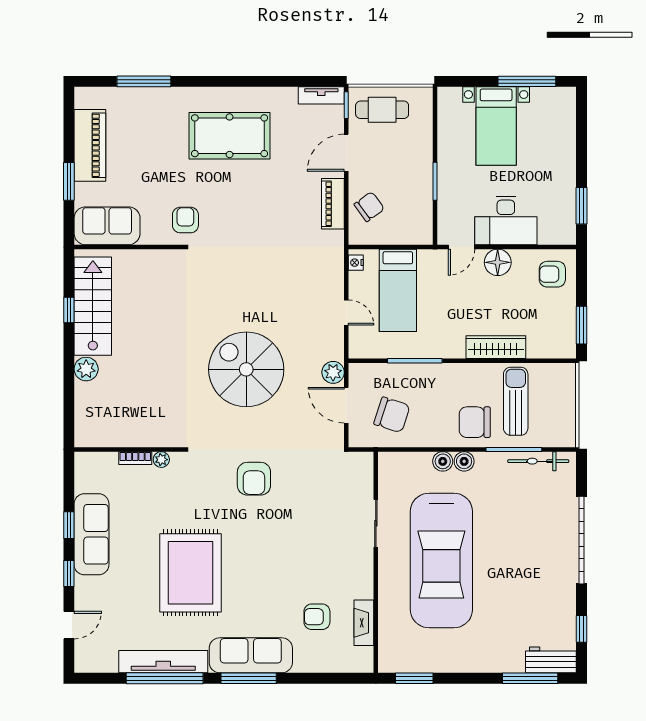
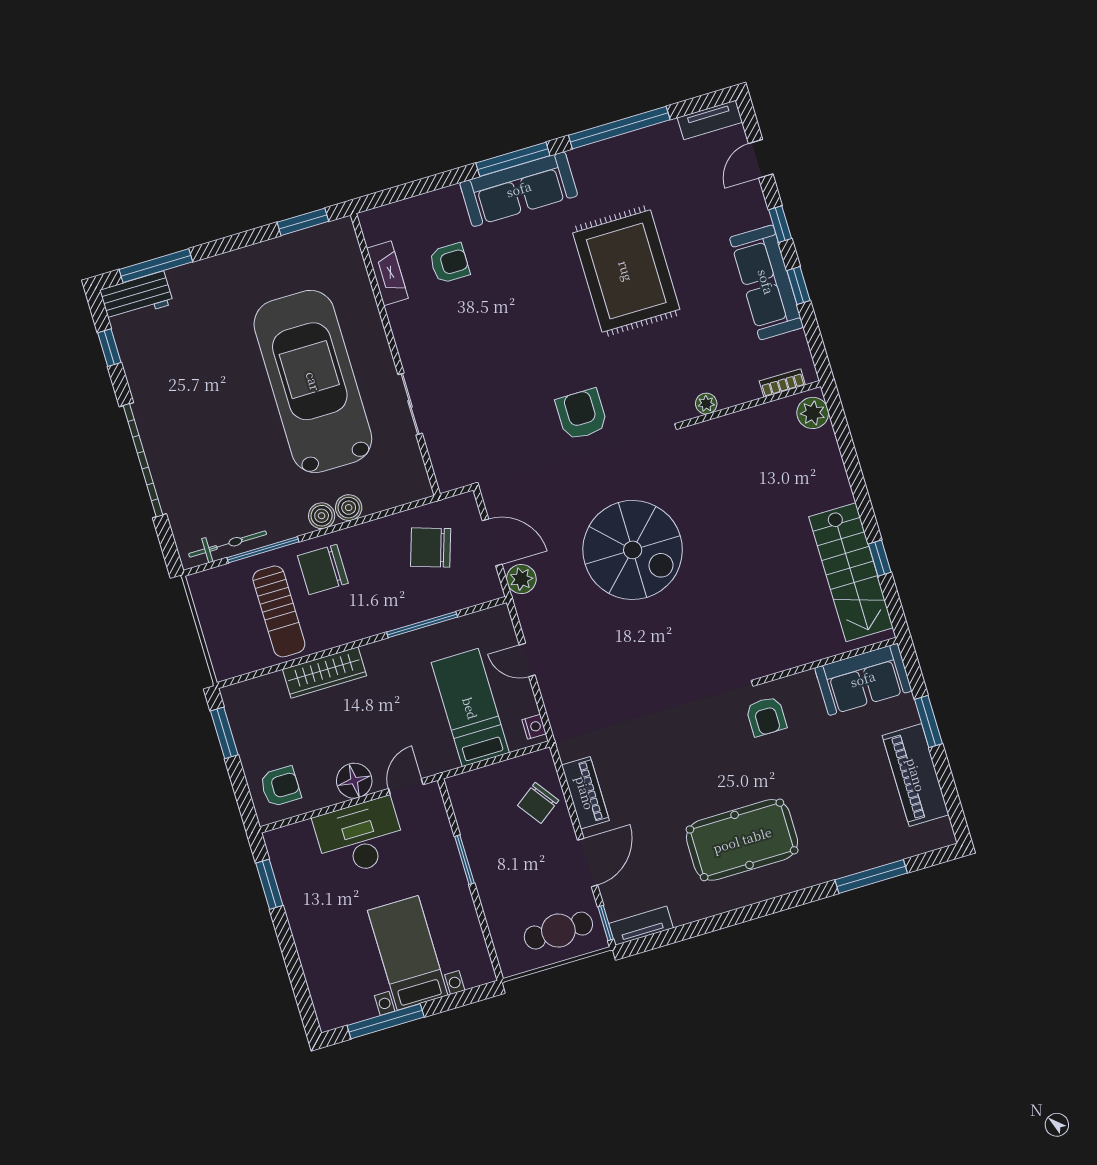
plant: (86, 369) -> (813, 413), moved
chair: (475, 422) -> (323, 569), turned 180
bookcase: (135, 458) -> (782, 383), moved
tv unit: (163, 662) -> (710, 120), moved, width x0.52, depth x0.78

